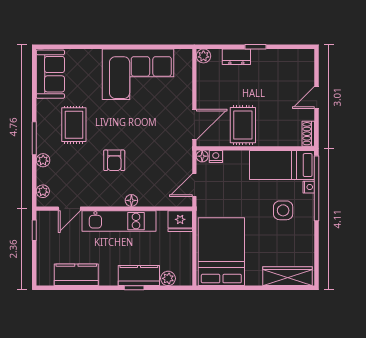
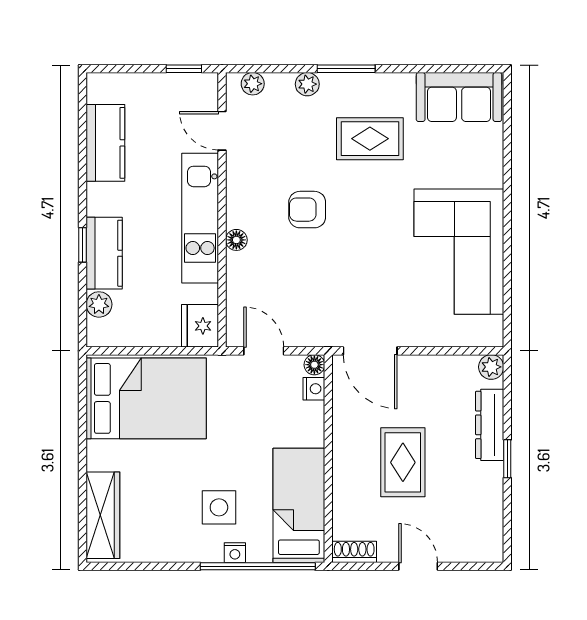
dresser: (236, 57) -> (490, 425), width x1.44
rug: (243, 125) -> (403, 462), moved, turned 90
nightstand: (309, 187) -> (235, 553), moved

